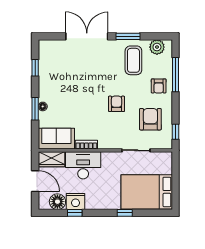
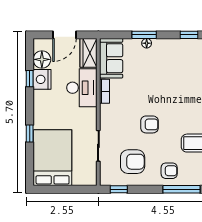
armchair: (159, 86) -> (169, 171), turned 180

